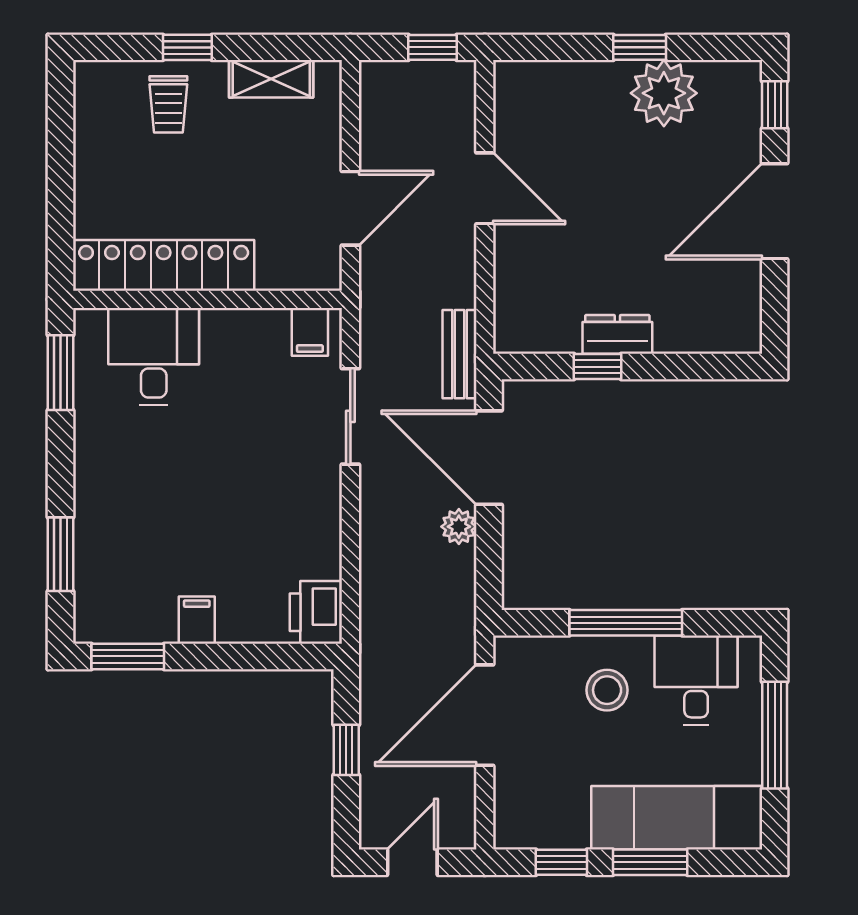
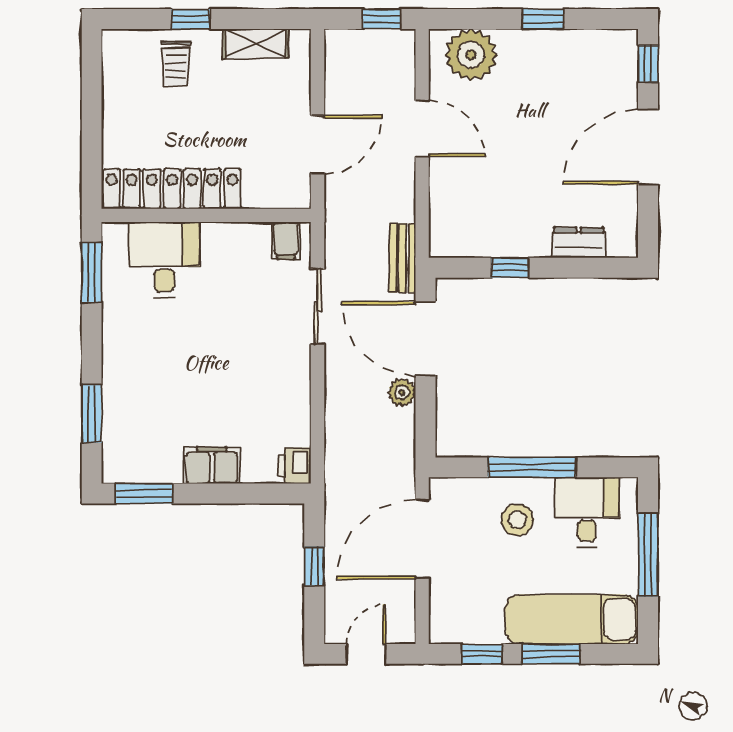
plant: (664, 93) -> (471, 55), moved
dresser: (617, 334) -> (579, 243), moved
printer: (316, 612) -> (295, 466), width x0.73, depth x0.81
filing cabinet: (197, 620) -> (212, 465), width x2.00

